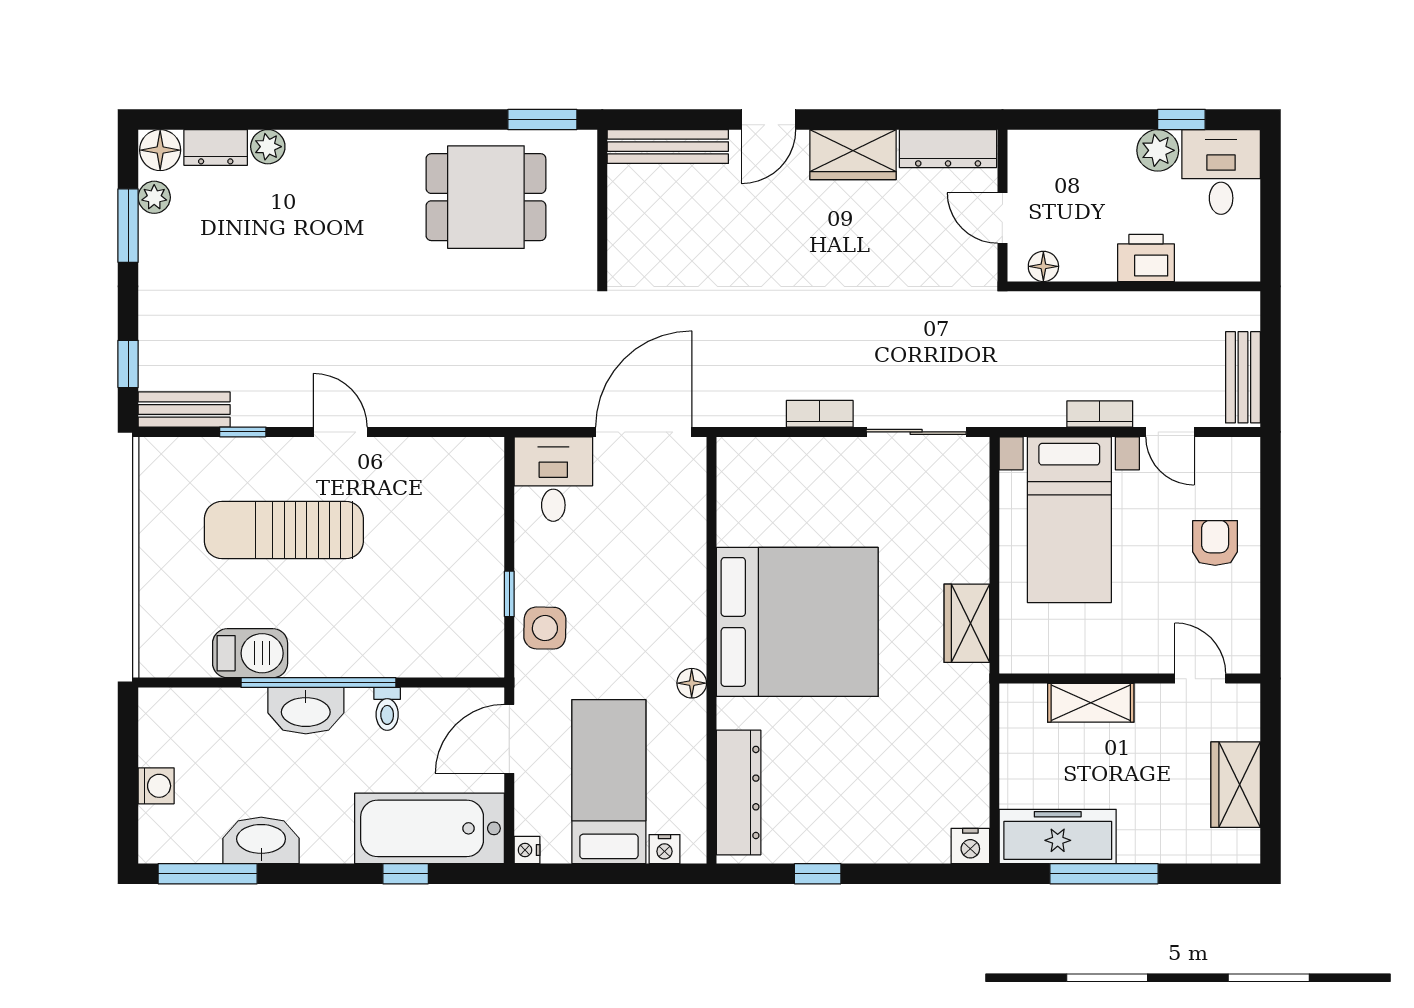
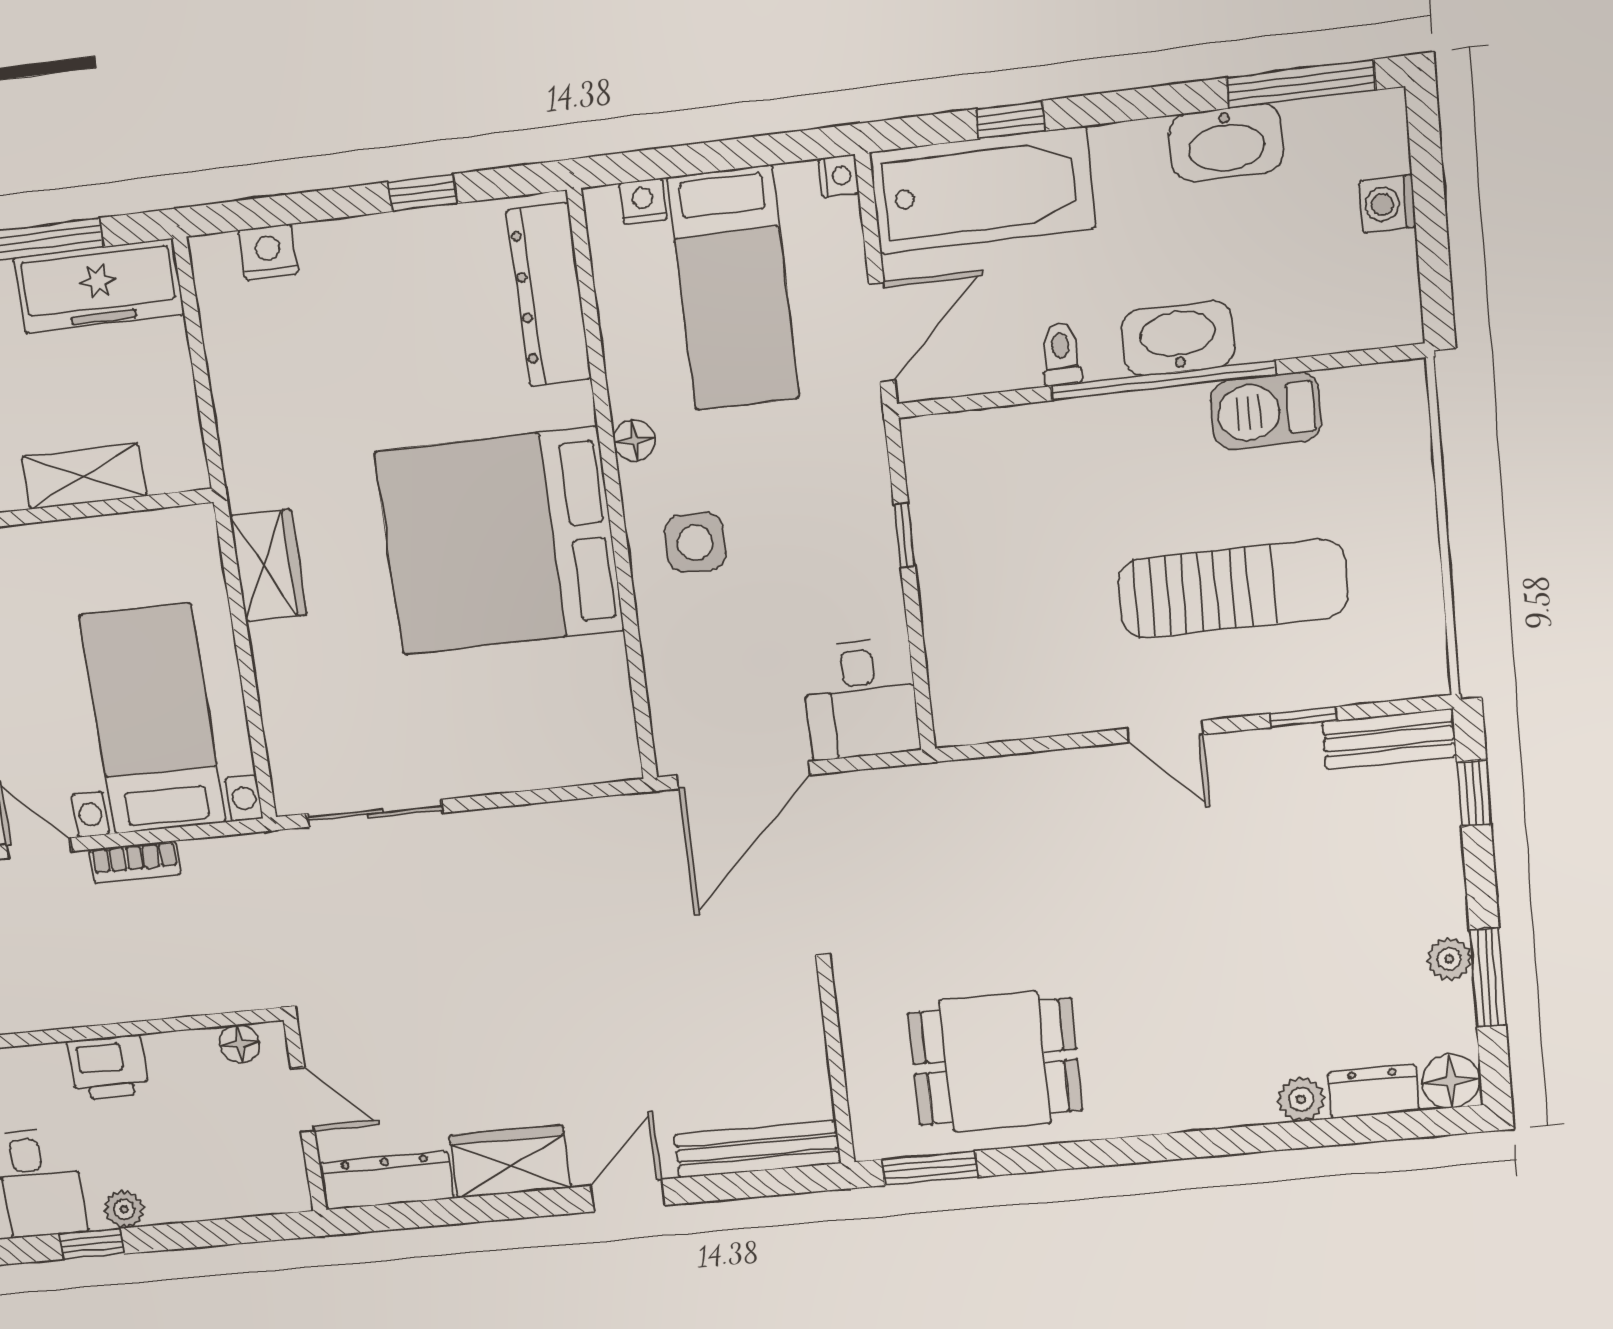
plant: (1158, 150) -> (124, 1209), width x0.73, depth x0.73
plant: (154, 197) -> (1449, 959), moved
bookcase: (820, 414) -> (508, 824), removed
side table: (545, 628) -> (695, 542), moved
nightstand: (970, 846) -> (268, 252), moved

